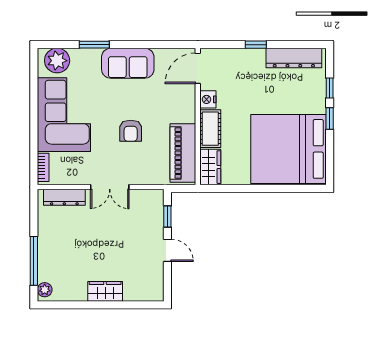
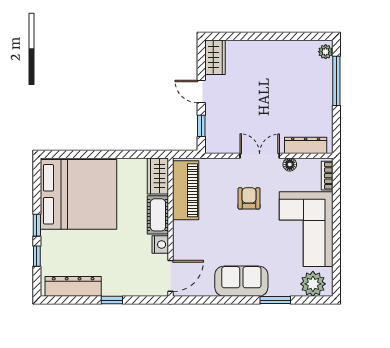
armchair: (131, 131) -> (249, 198), moved
floor lamp: (80, 178) -> (290, 164), added
wardrobe: (105, 291) -> (215, 57), moved, turned -90

